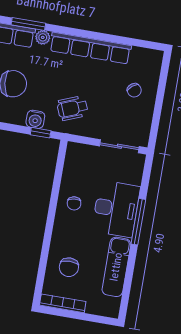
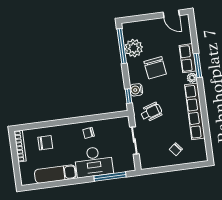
wheelchair: (73, 108) -> (151, 112), turned 94
sliding door: (119, 146) -> (134, 140), moved
window: (138, 222) -> (110, 177), moved
chair: (69, 267) -> (45, 143), turned 180

